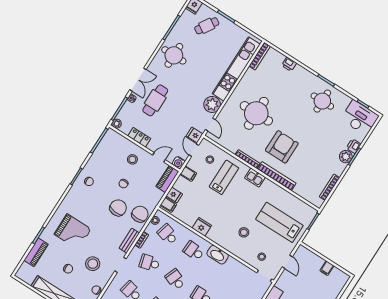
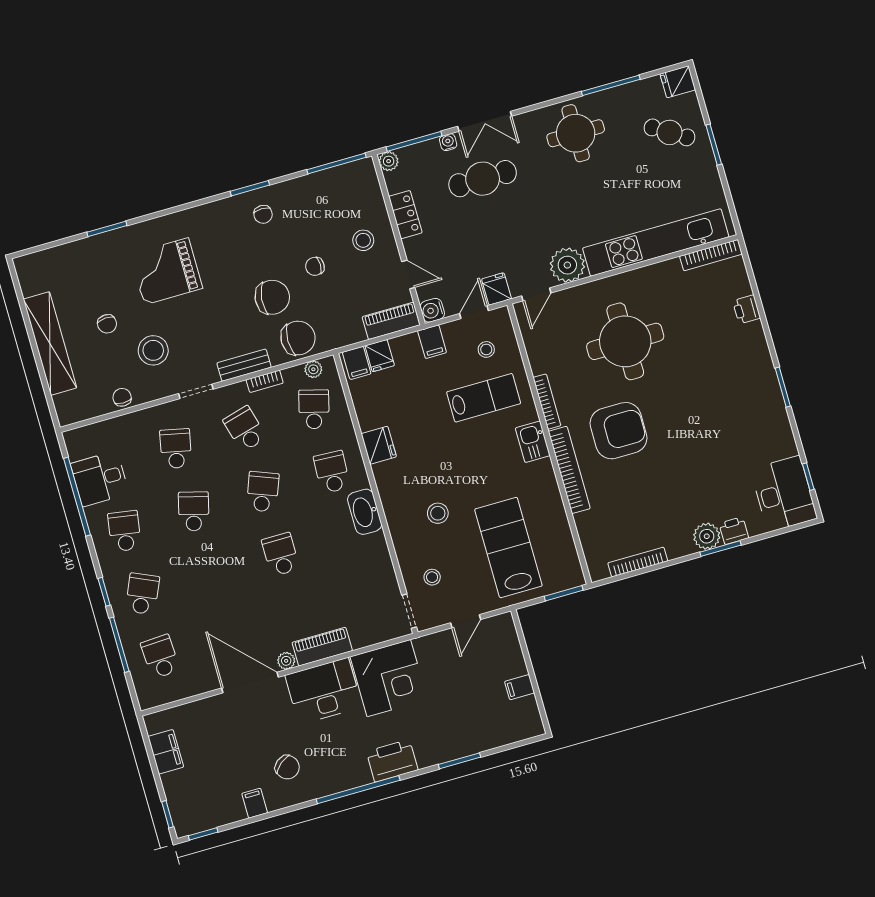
round table: (322, 101) -> (747, 415), removed
grand piano: (73, 232) -> (166, 271), turned 90
piano: (36, 252) -> (79, 252), removed

